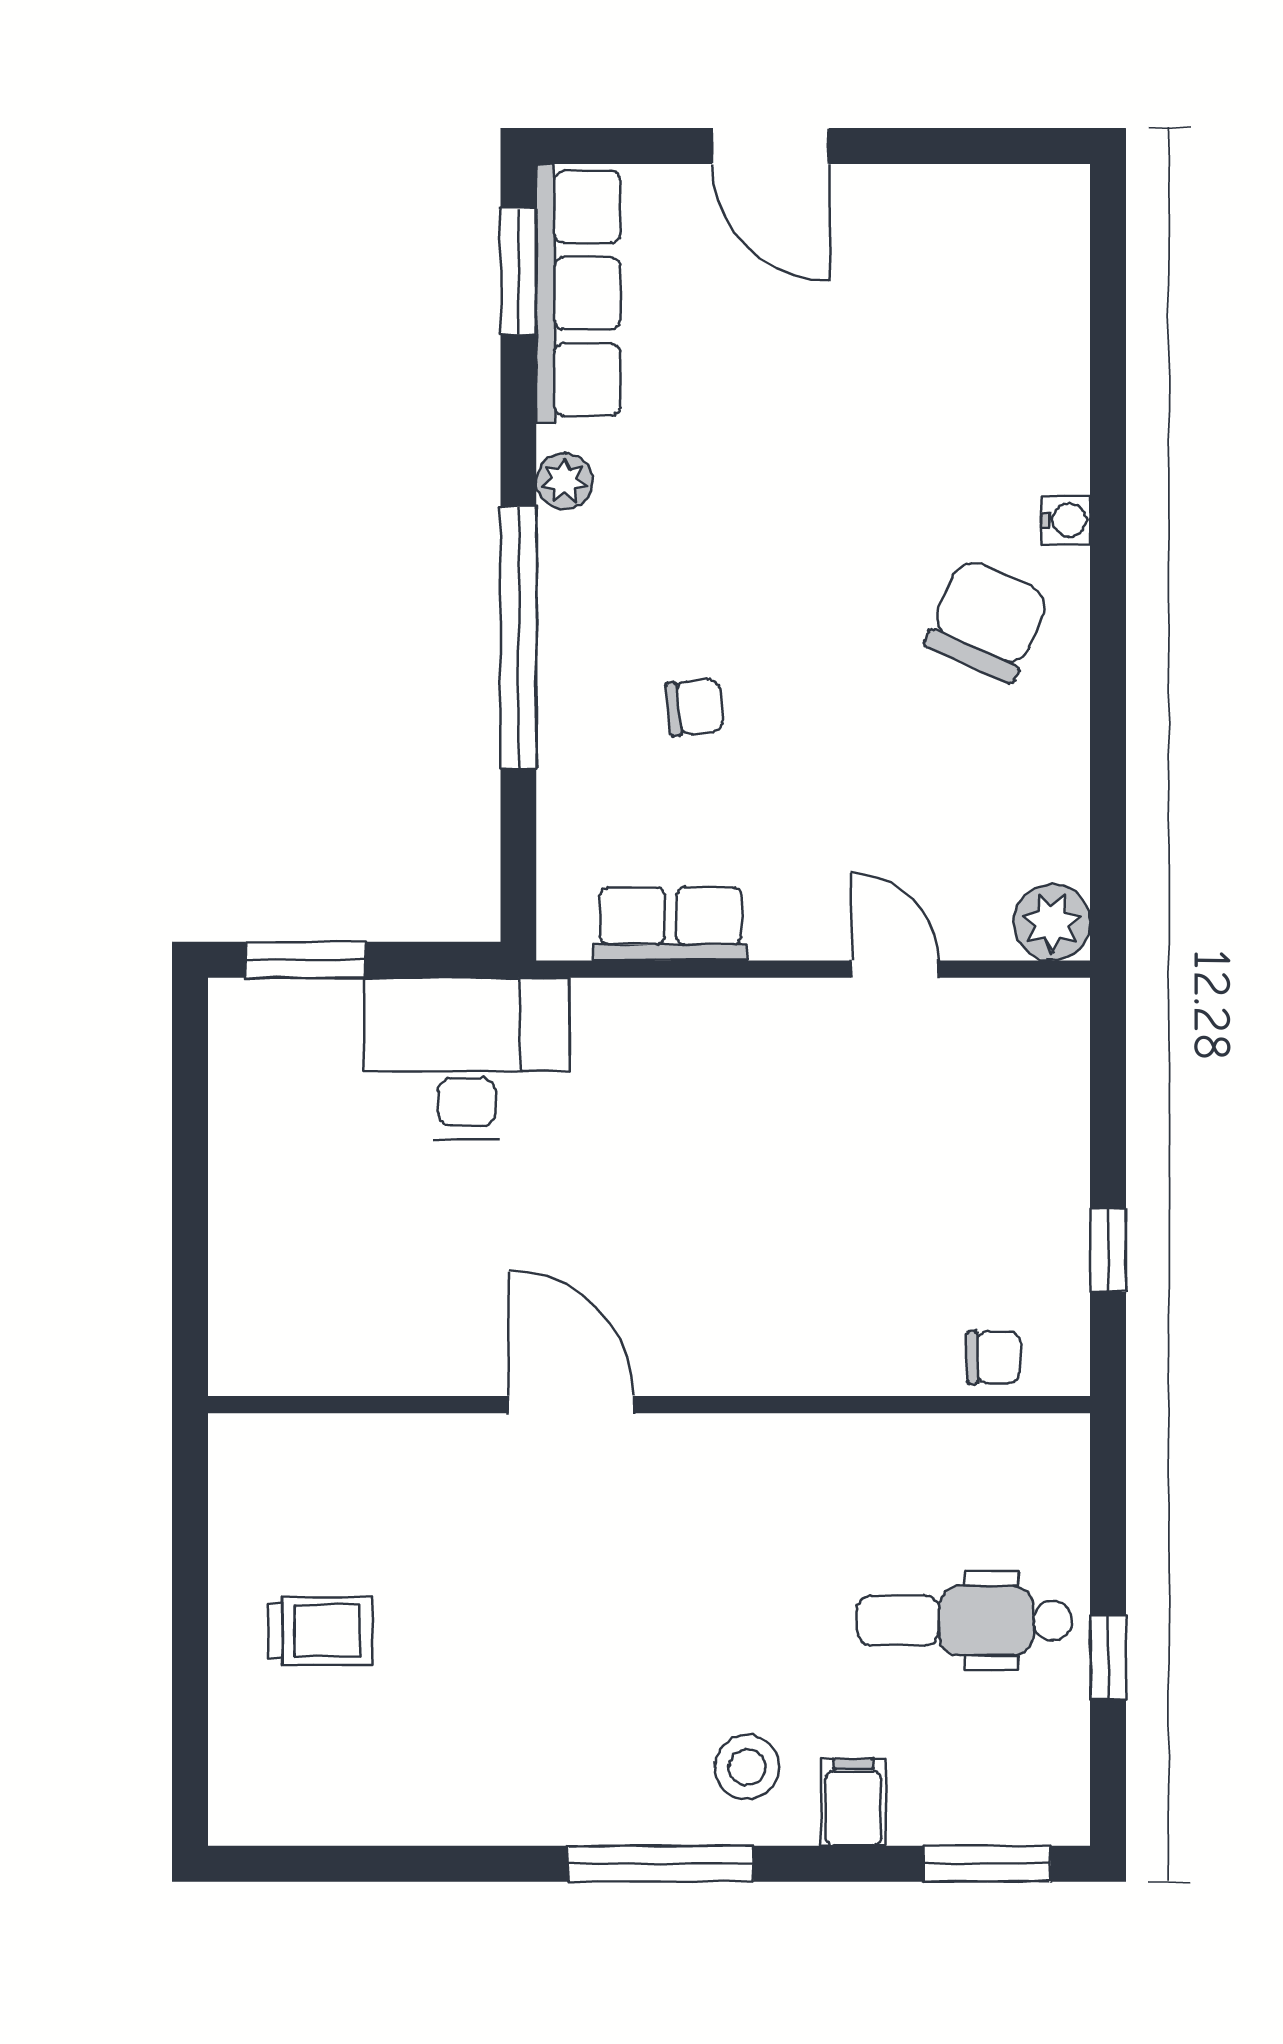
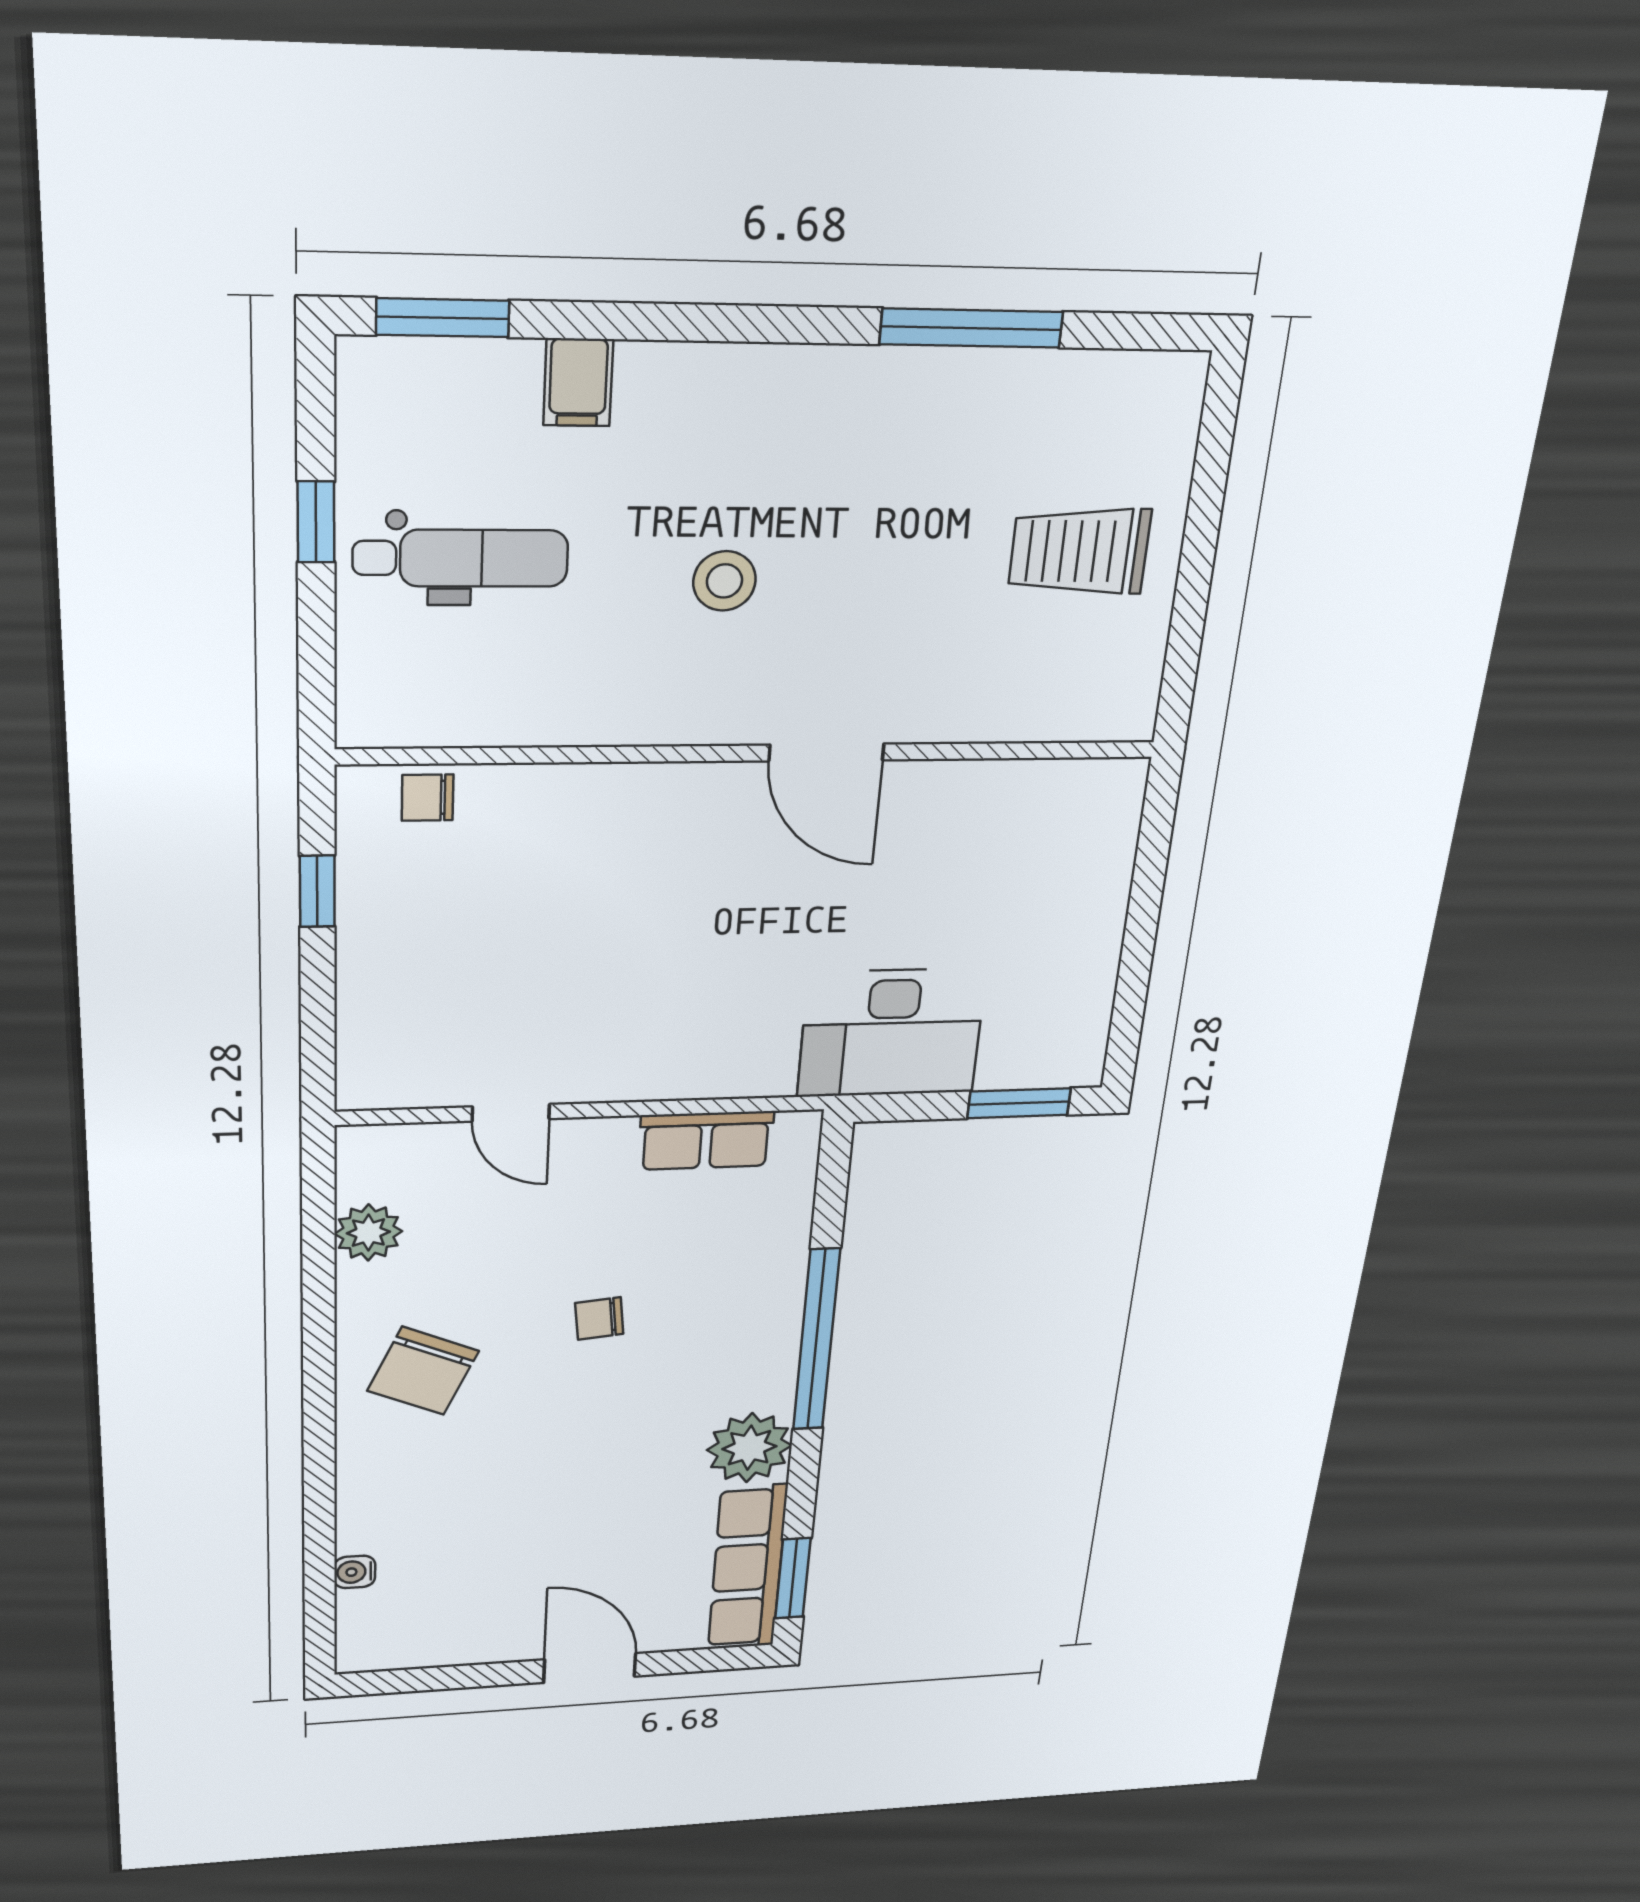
plant: (564, 481) -> (749, 1448), width x1.87, depth x1.87
water cooler: (1066, 520) -> (355, 1572), moved
chair: (695, 707) -> (599, 1318), moved
plant: (1052, 922) -> (368, 1233), moved
trolley: (320, 1631) -> (1080, 551), width x1.36, depth x1.39
stool: (747, 1767) -> (724, 581), moved
window: (661, 1864) -> (971, 328), moved

